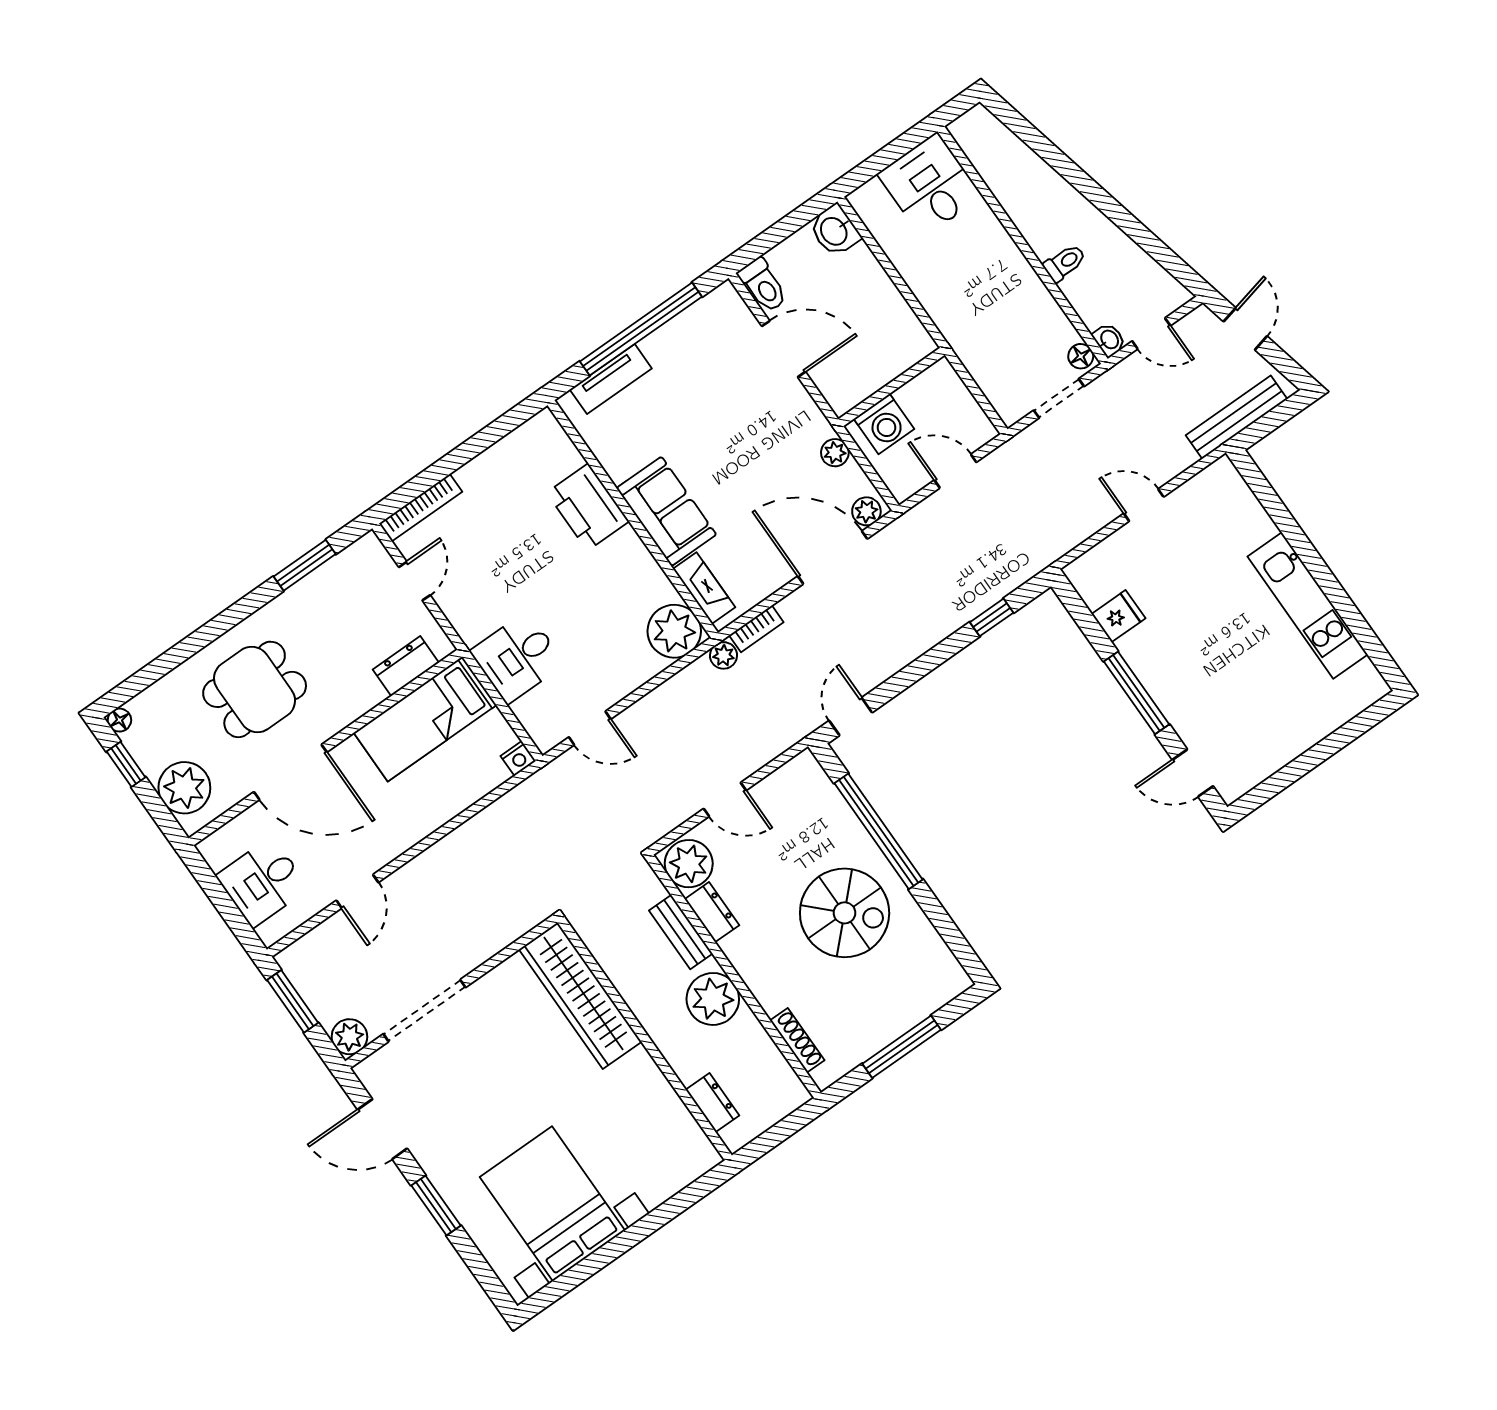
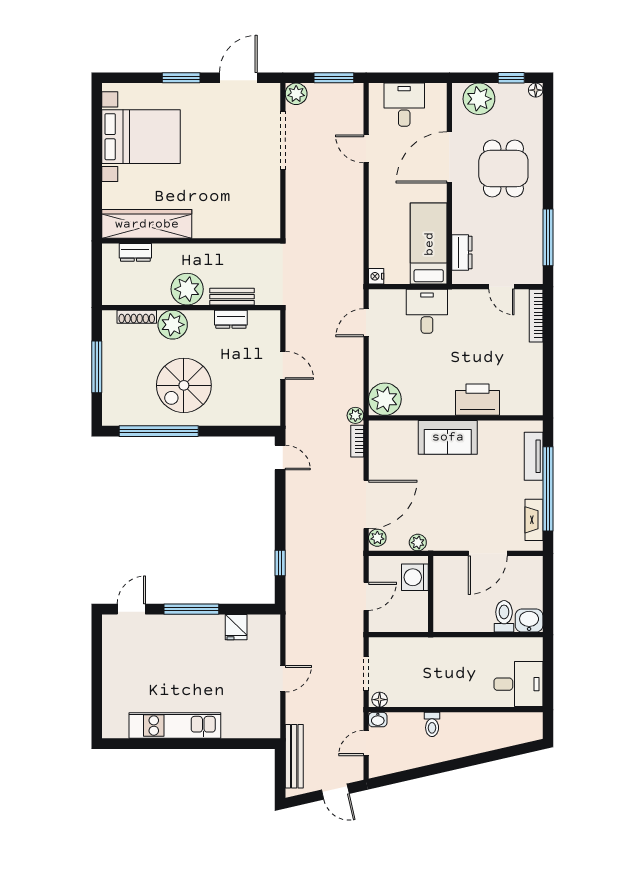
toilet: (763, 285) -> (504, 616), moved, turned 90
window: (305, 565) -> (548, 237), width x1.44
fireplace: (704, 588) -> (534, 520), moved, turned 90
door: (725, 800) -> (283, 365), swing flipped
window: (879, 831) -> (159, 431), moved
plant: (689, 864) -> (173, 325), moved
wardrobe: (580, 996) -> (147, 224), moved

